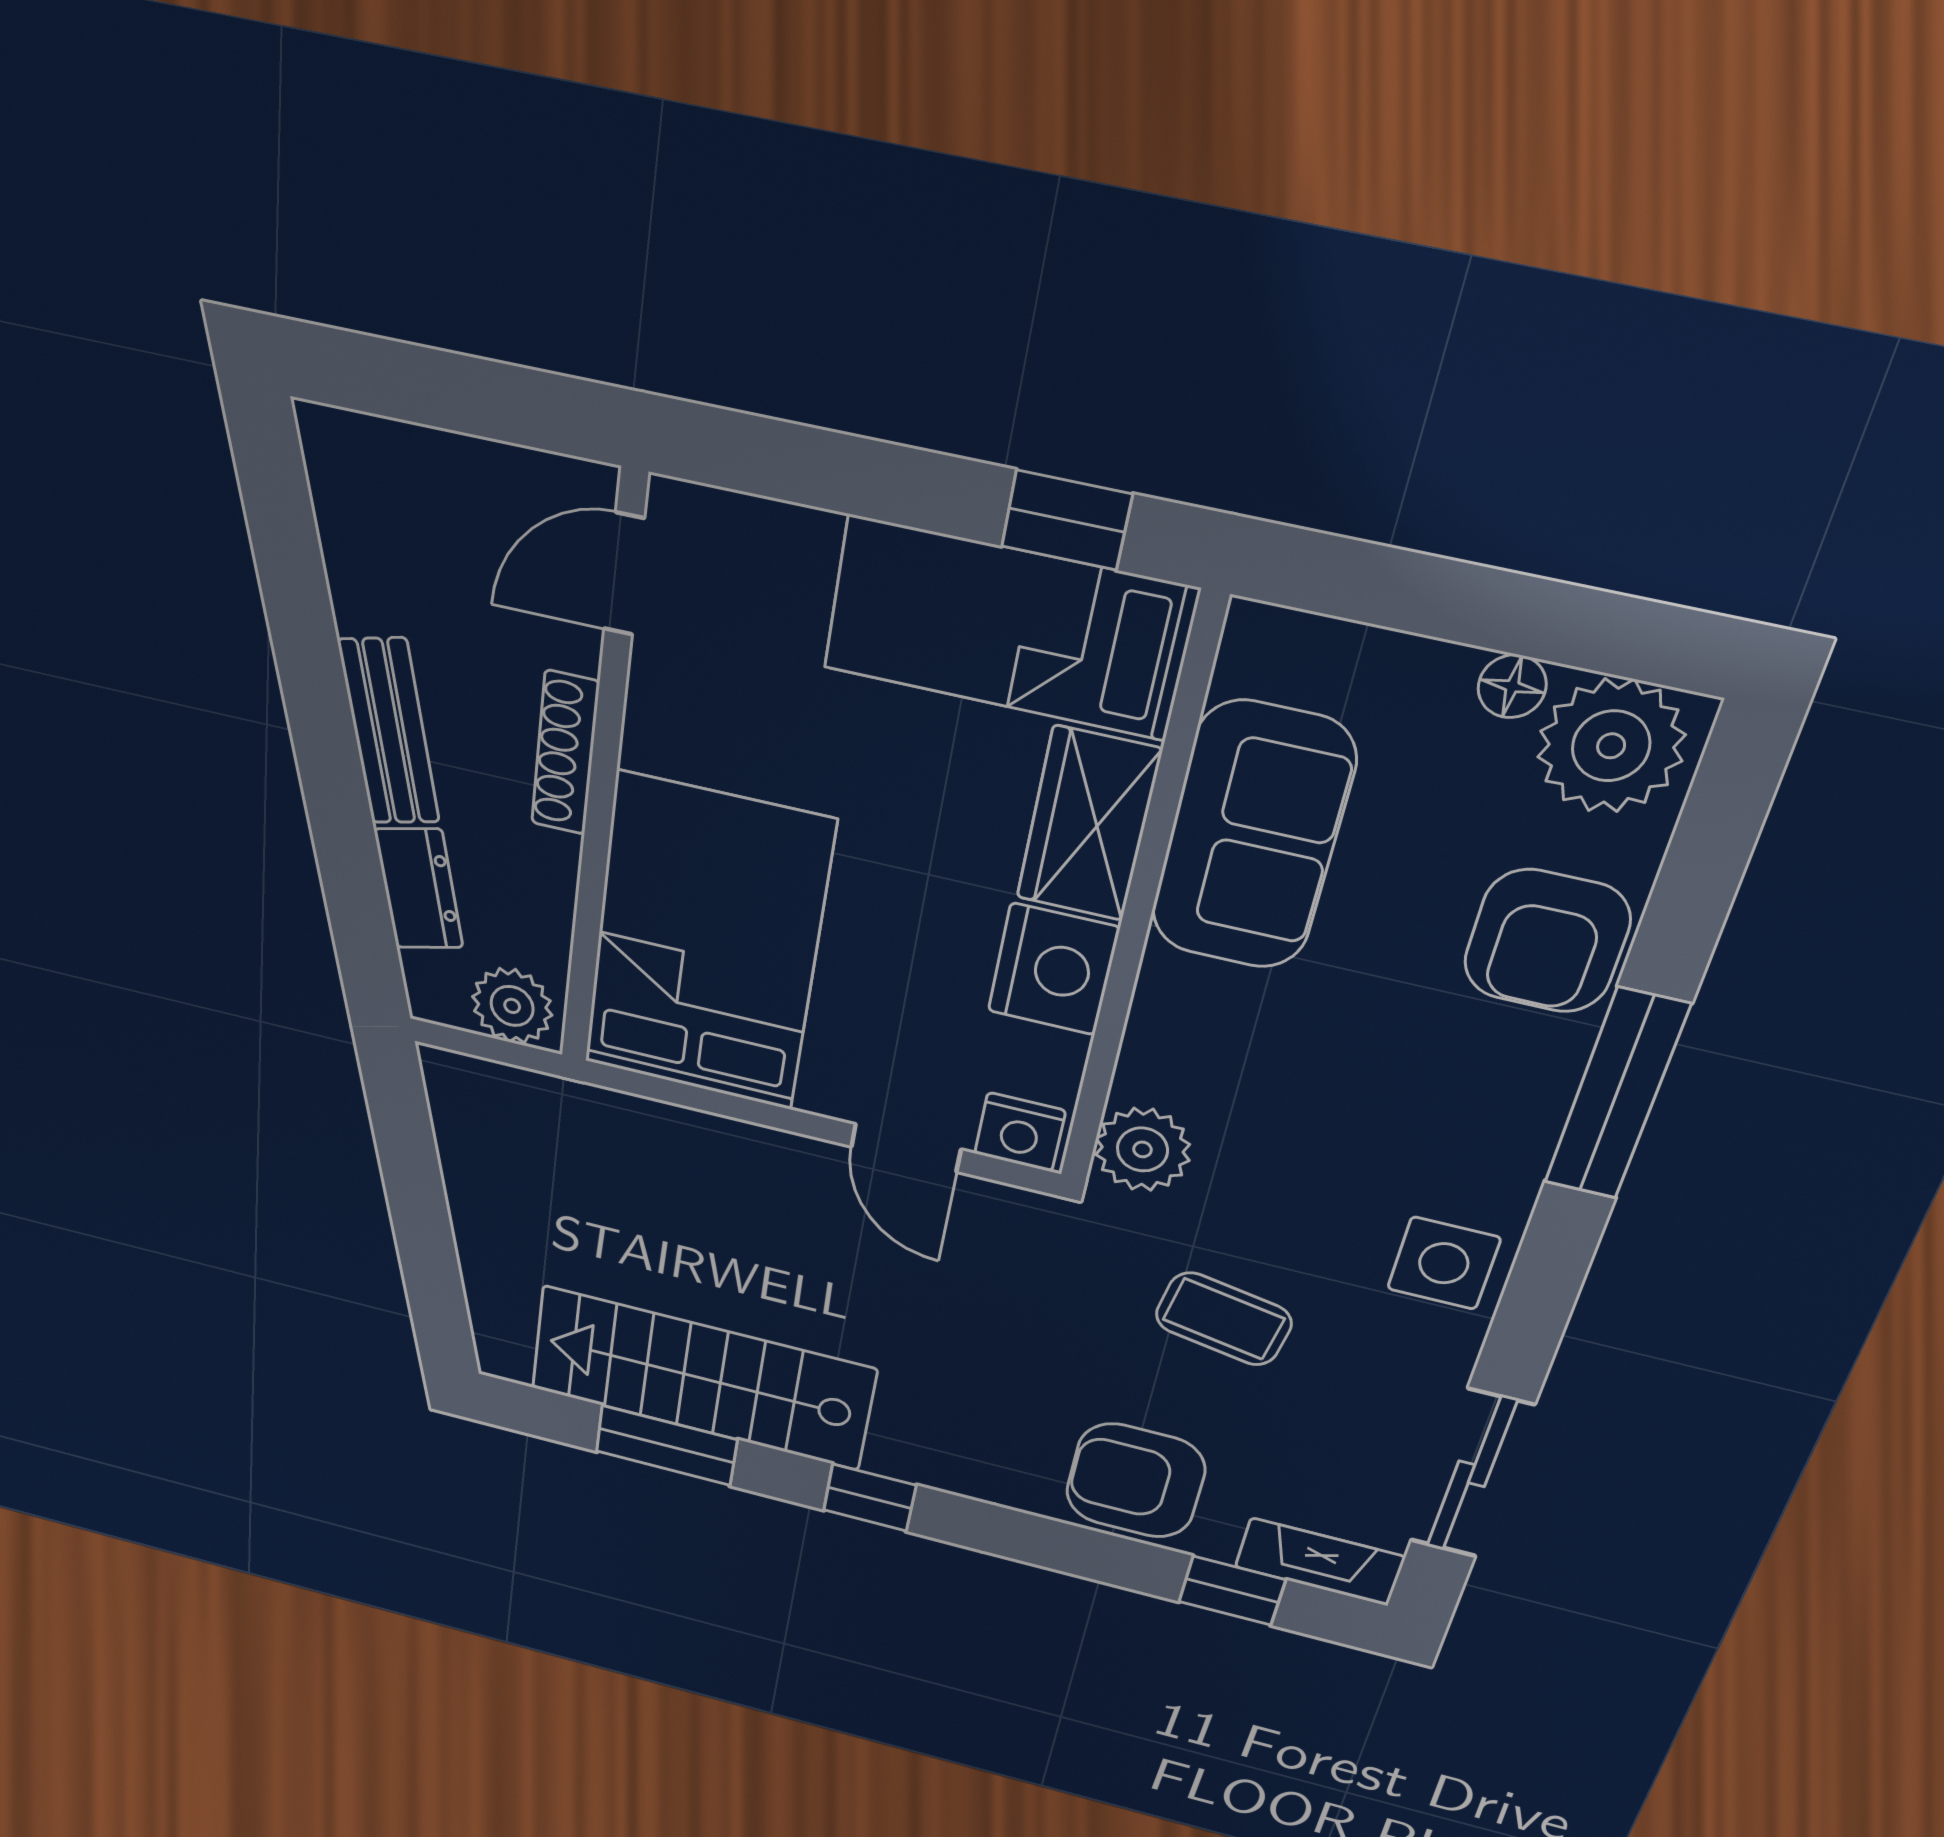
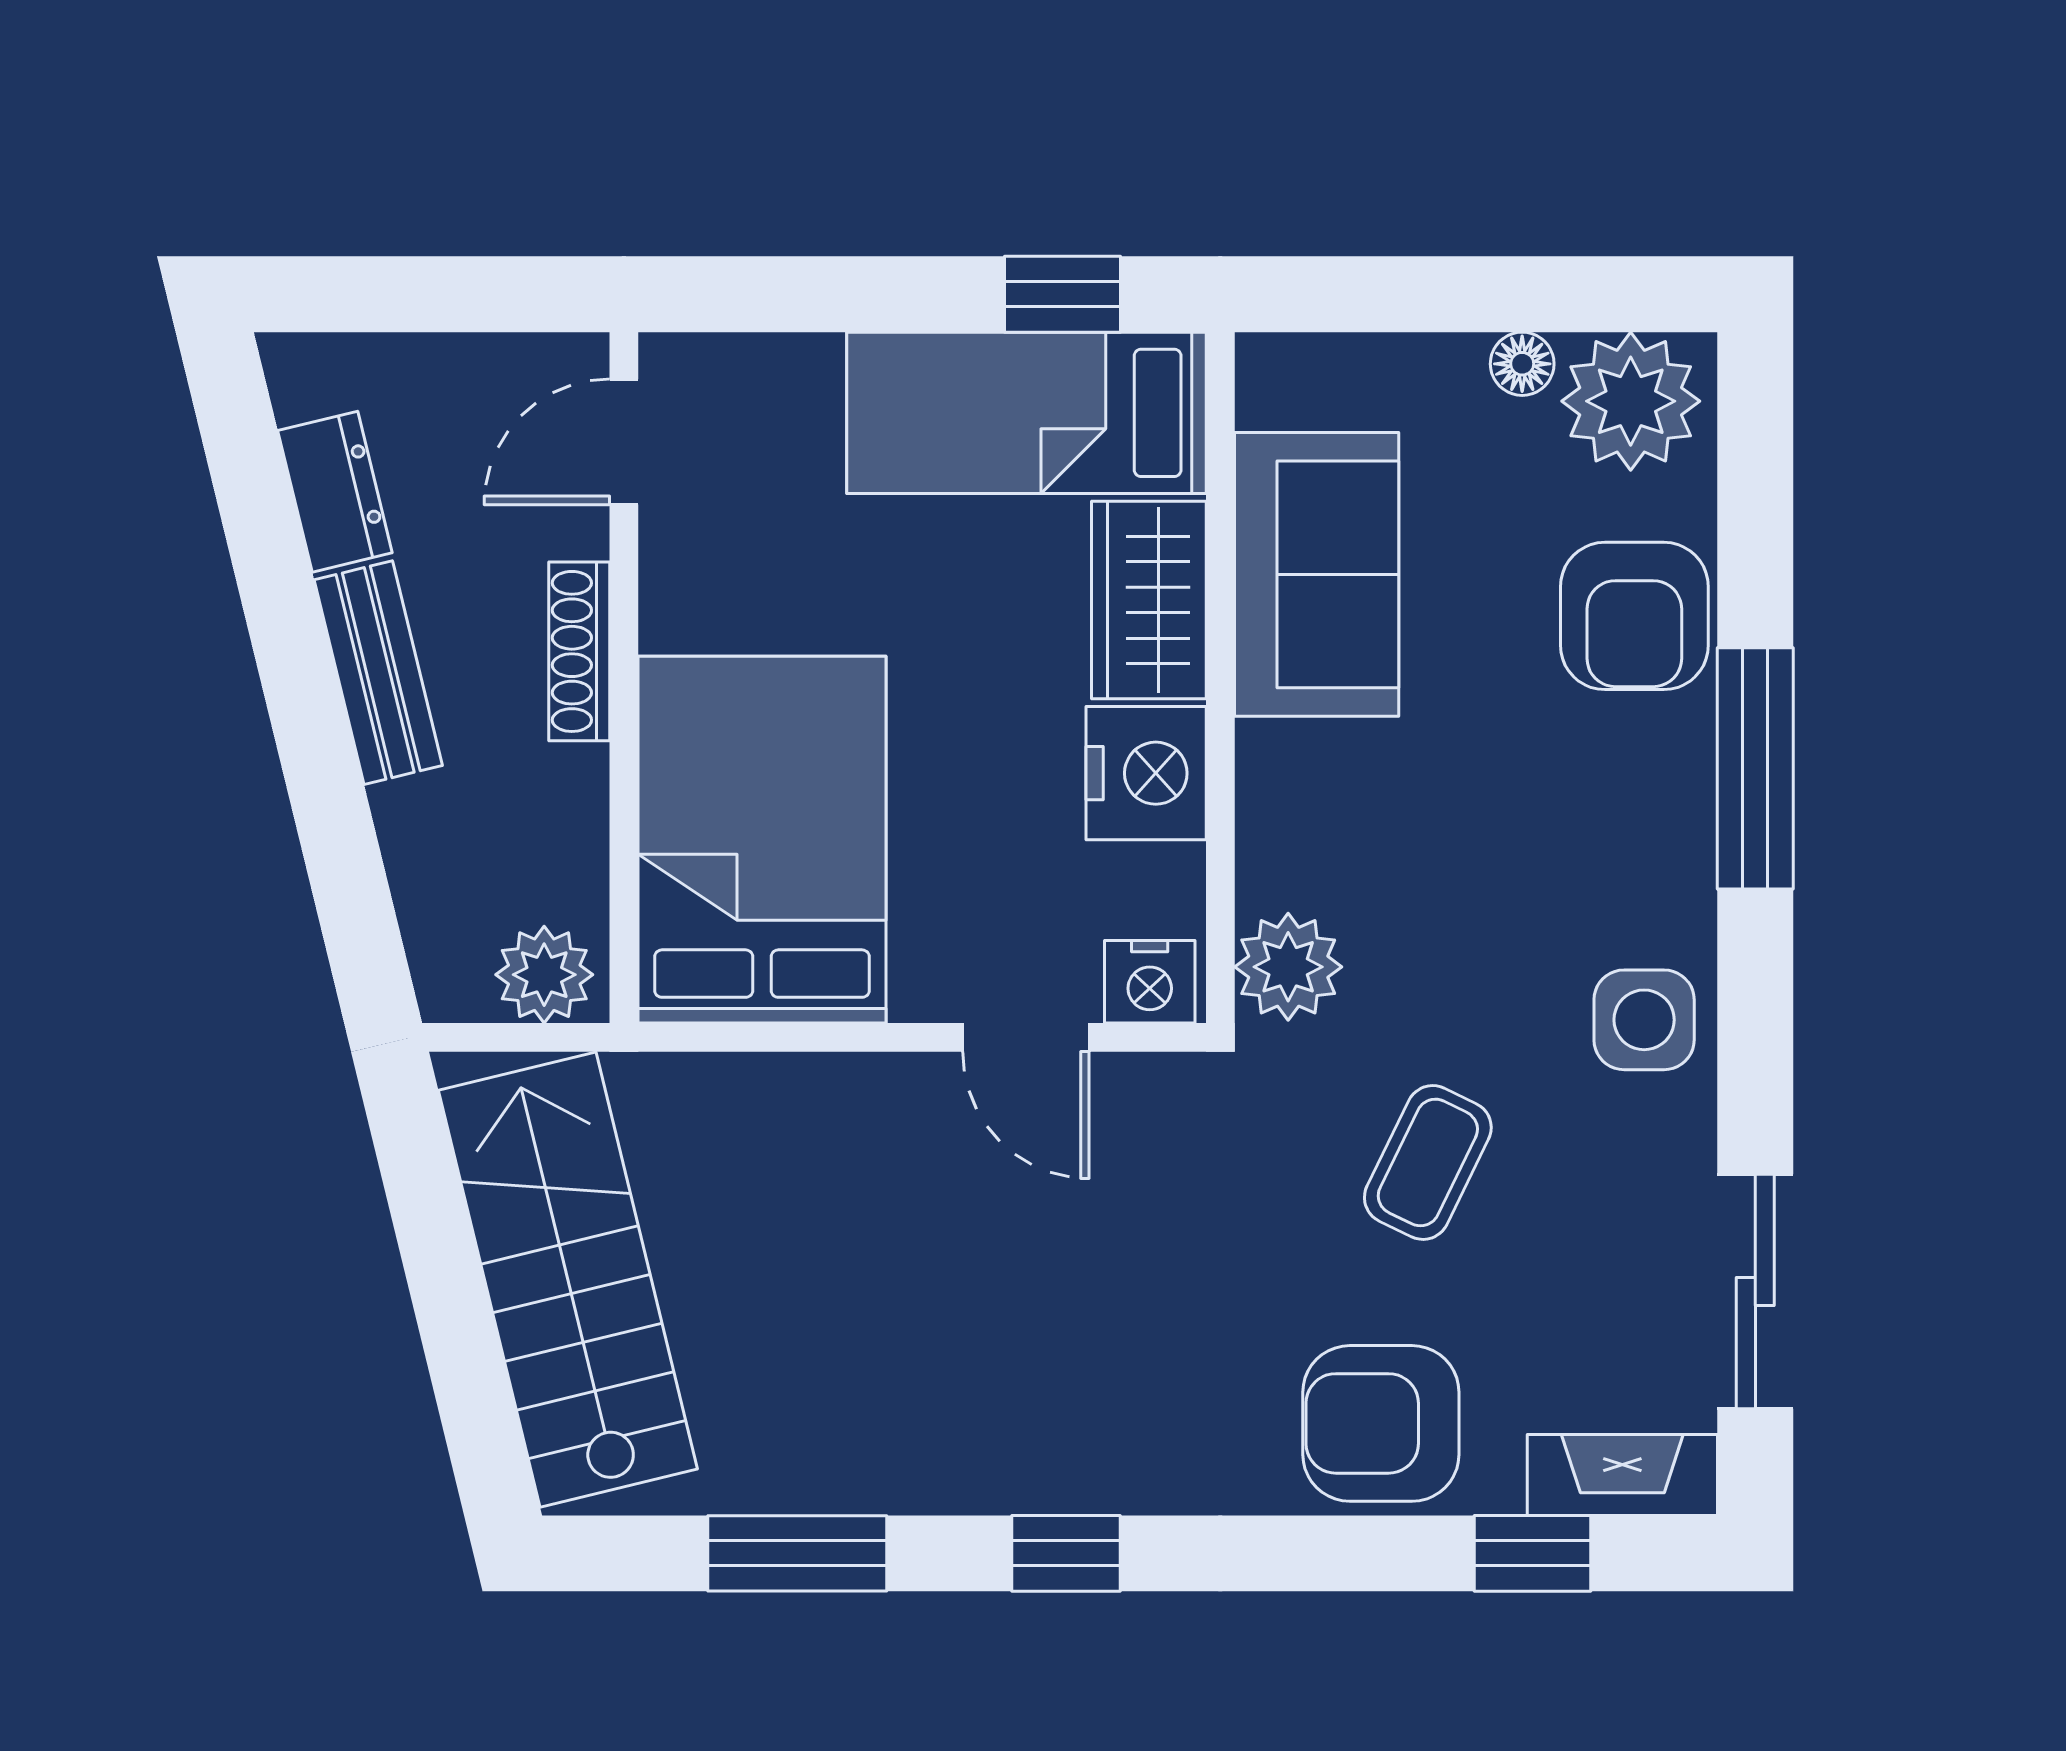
dresser: (419, 889) -> (335, 492), moved
coffee table: (1224, 1319) -> (1428, 1162), turned -74
stairs: (702, 1378) -> (568, 1280), moved, turned 76

